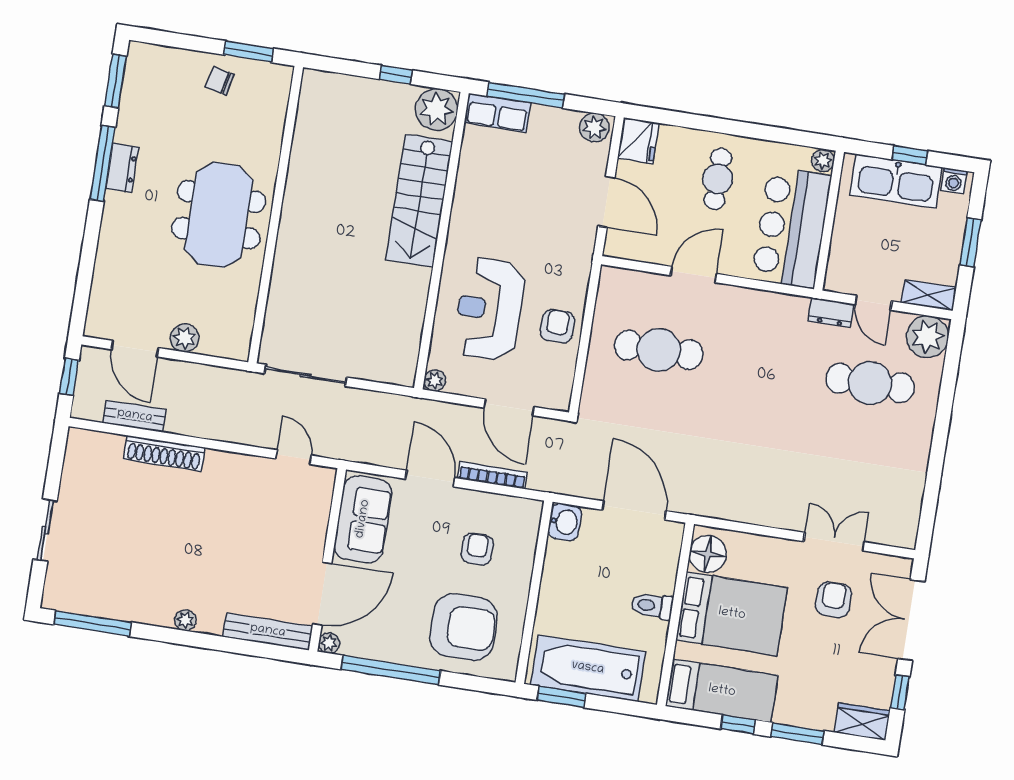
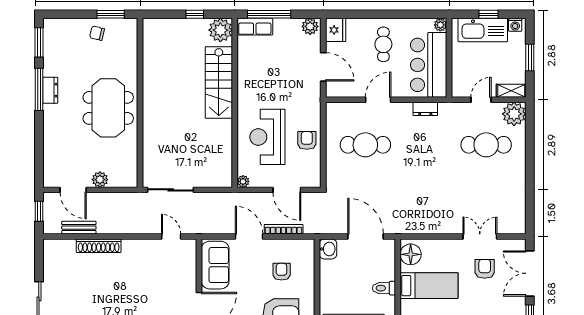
door: (873, 303) -> (481, 100), swing flipped
dresser: (831, 313) -> (425, 109), moved
bed: (732, 614) -> (429, 286), width x0.67

